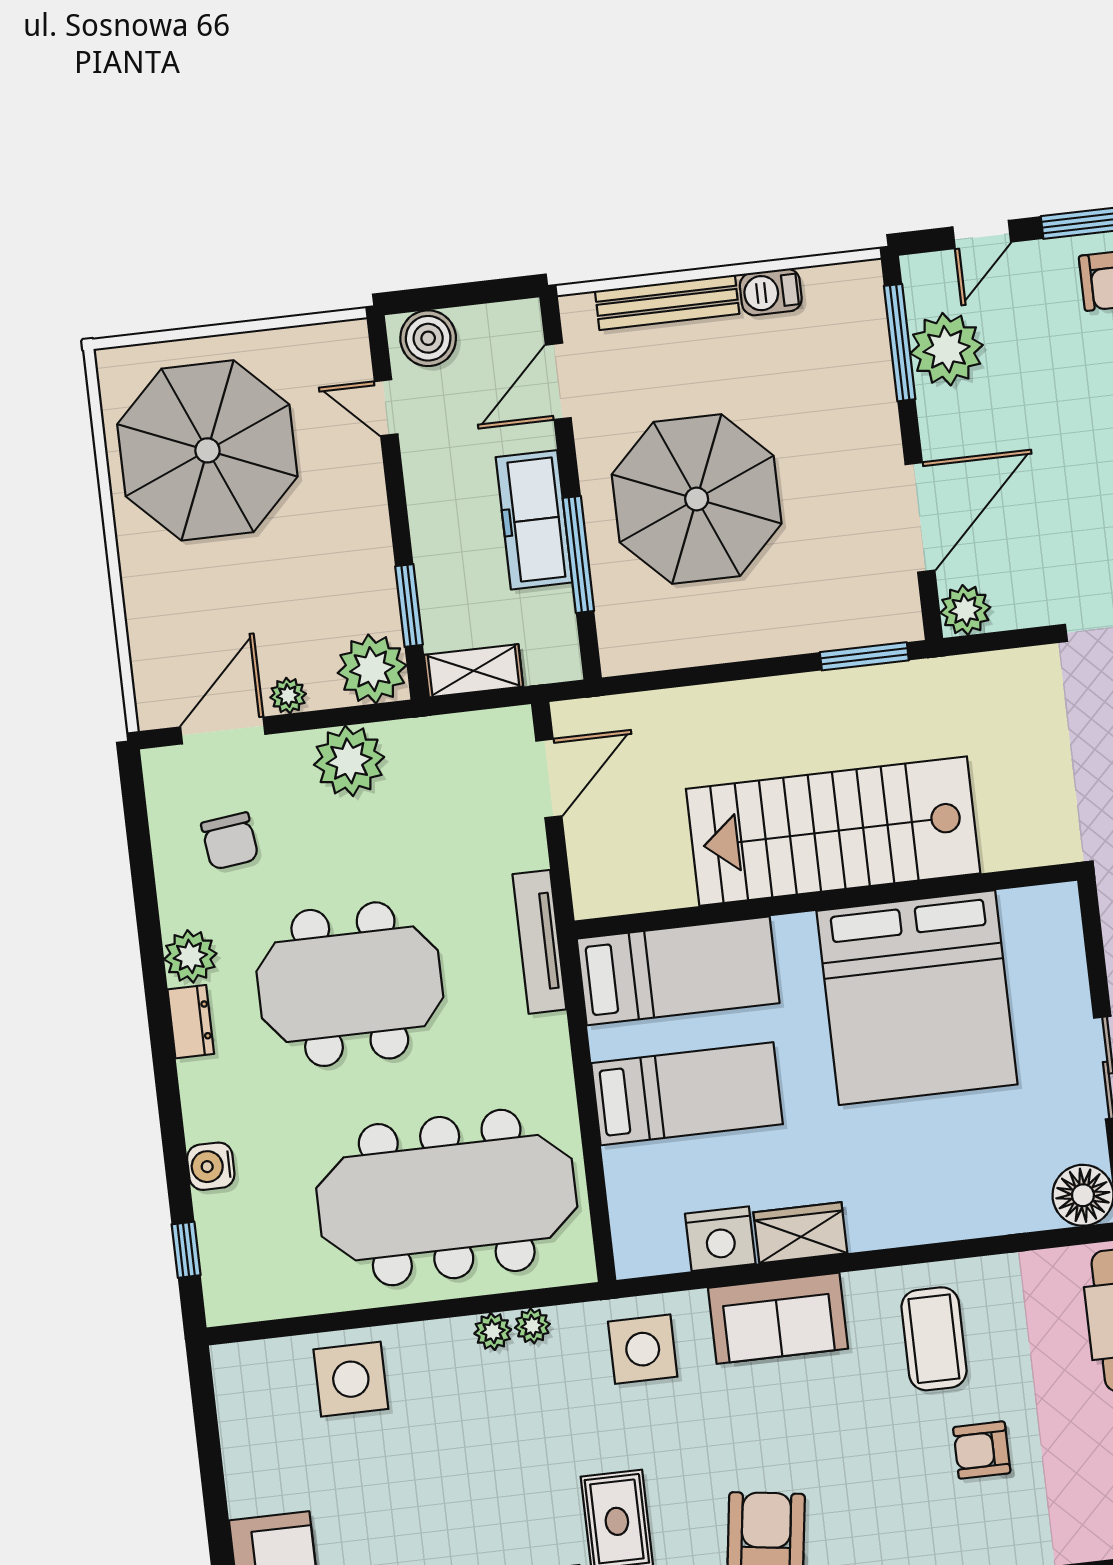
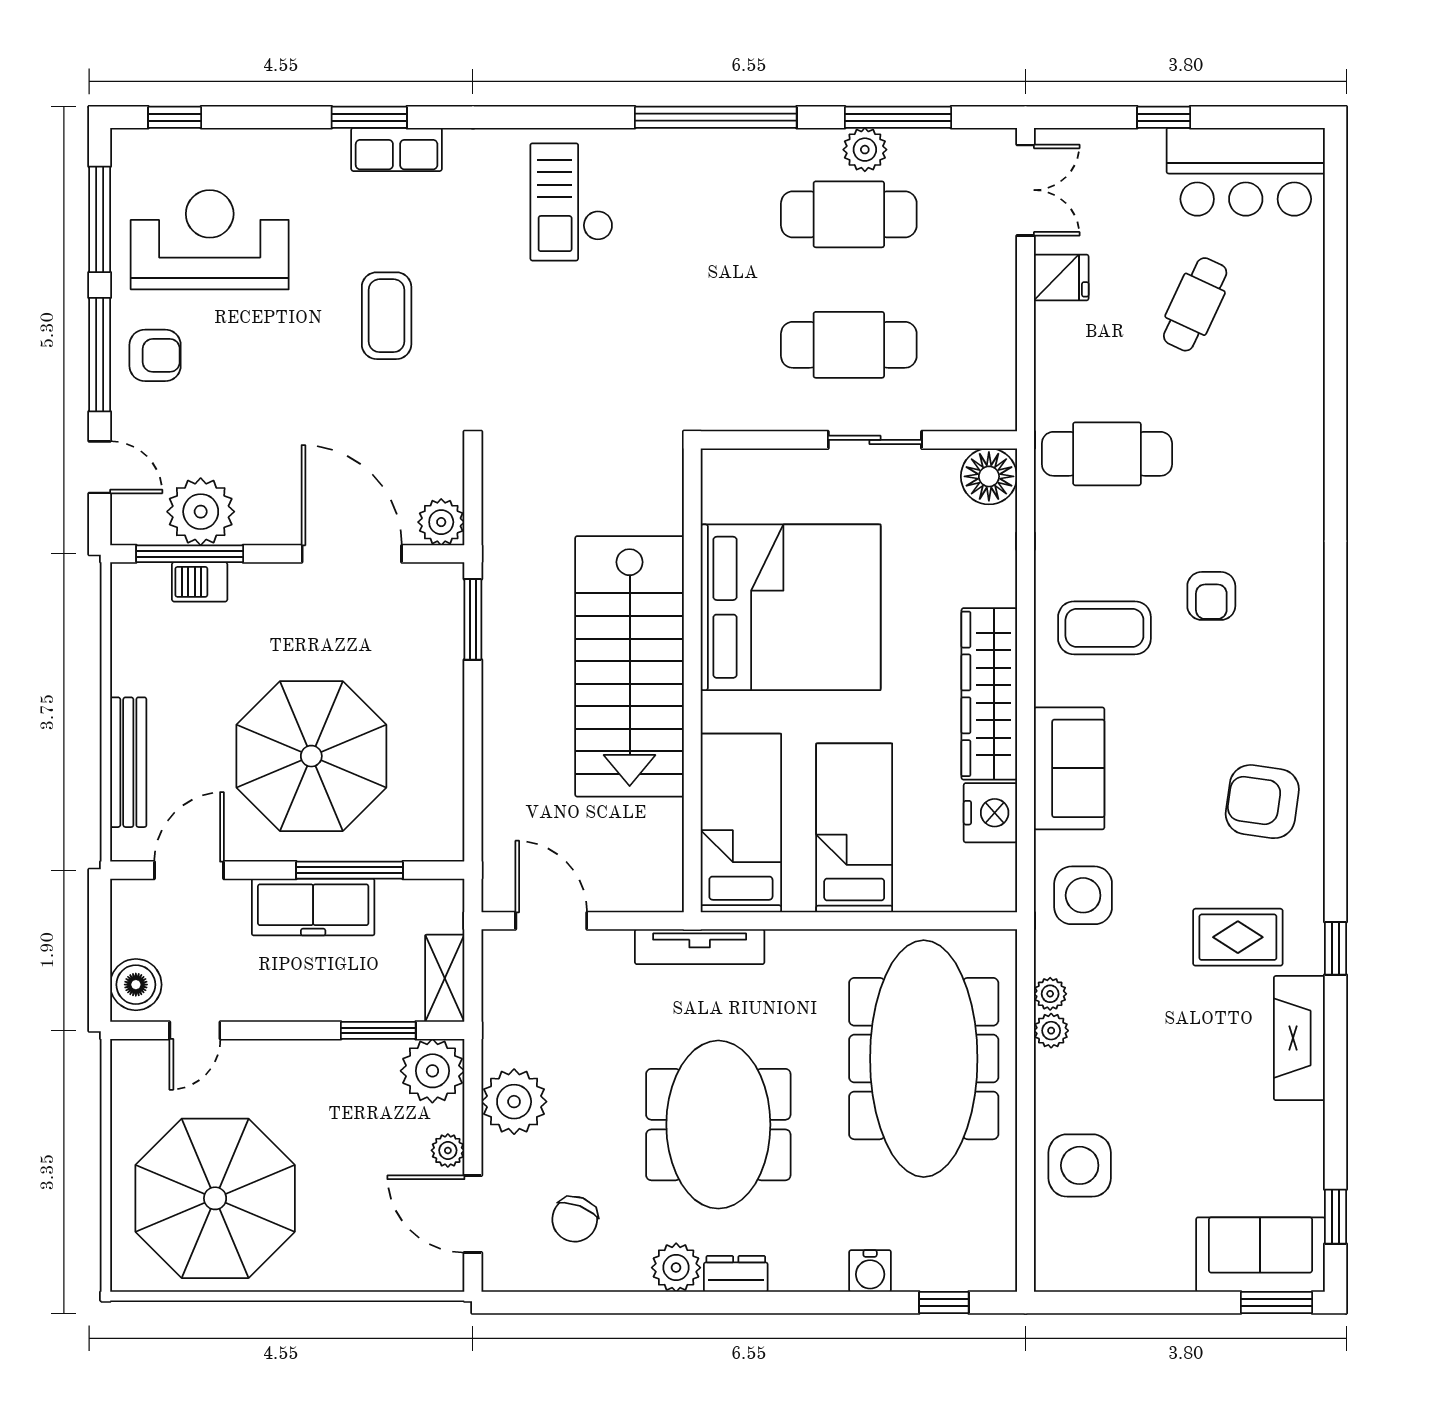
barbecue: (771, 292) -> (200, 582), moved, turned 90
door: (558, 381) -> (189, 870), swing flipped
chair: (230, 841) -> (575, 1219), turned 118
wardrobe: (800, 1233) -> (989, 694), width x2.10, depth x1.17

